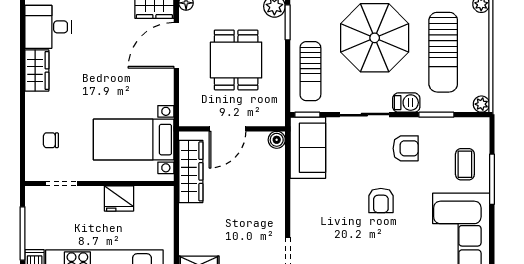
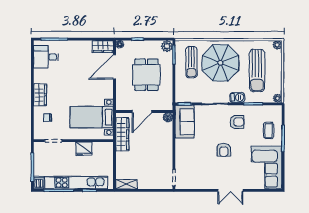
wardrobe: (37, 70) -> (40, 95), moved
sun lounger: (310, 71) -> (192, 62), moved

